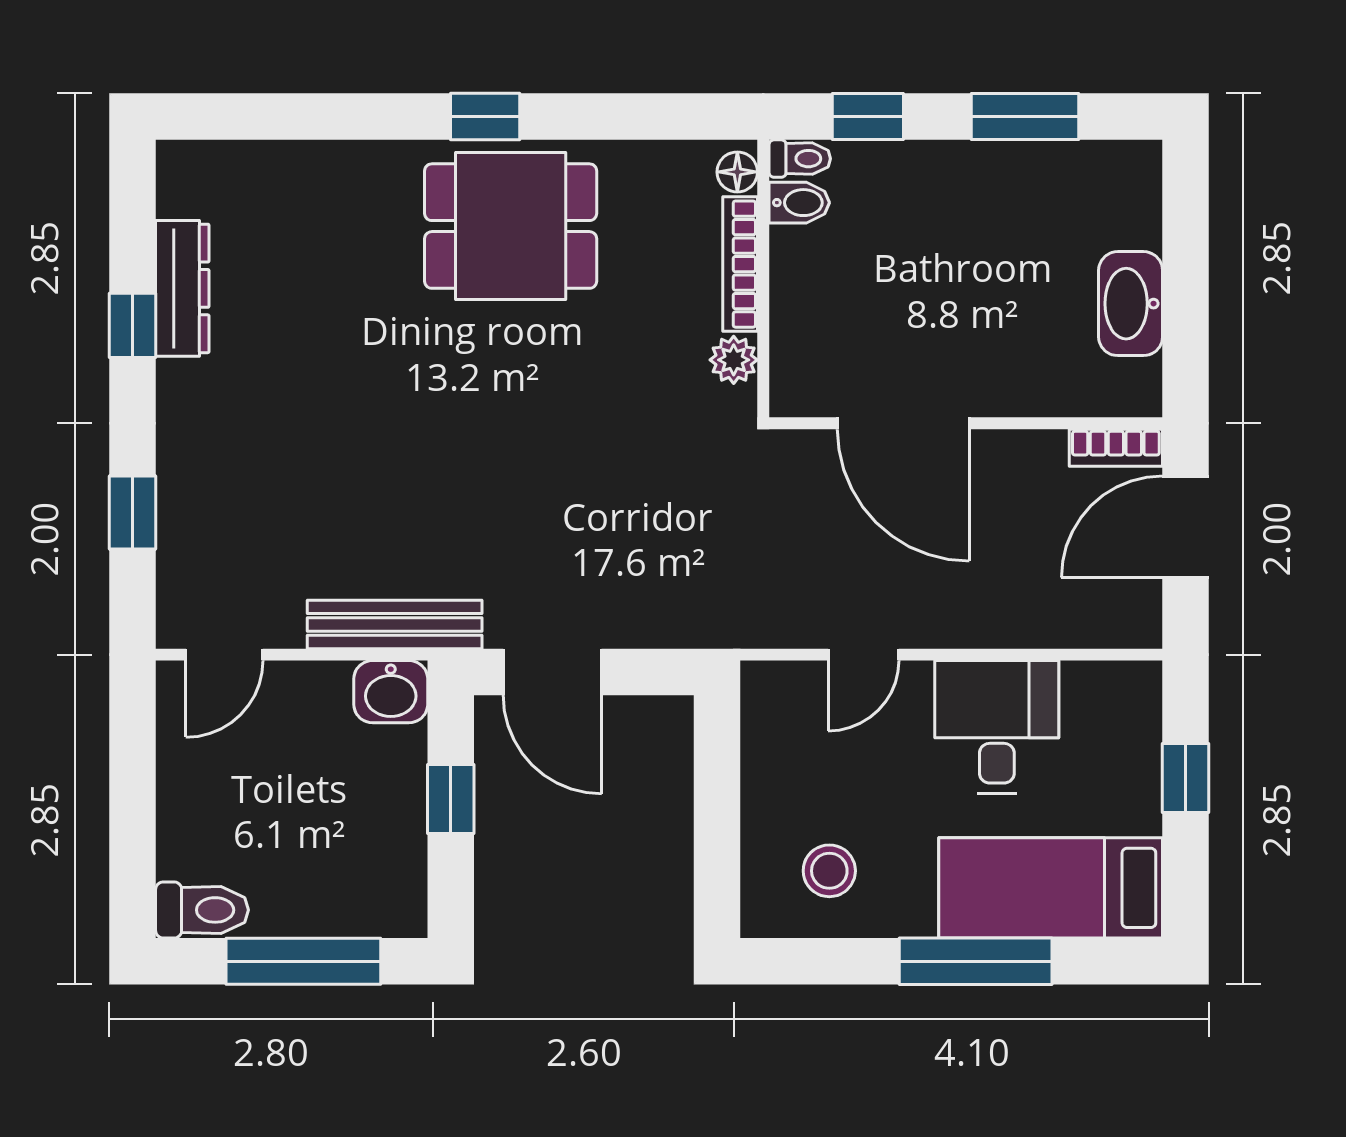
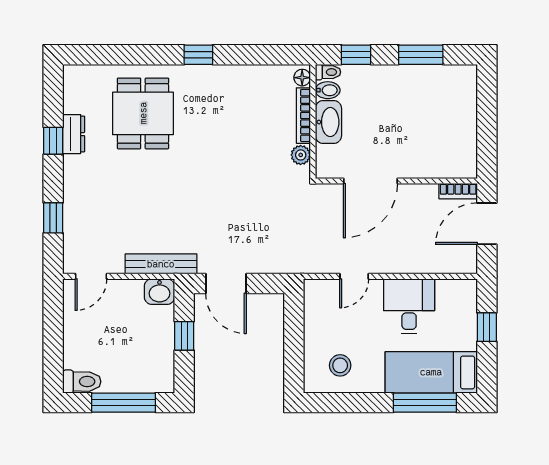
dining table: (511, 226) -> (143, 113), moved, turned 90
dresser: (182, 288) -> (74, 134), width x0.70
washbasin: (1131, 304) -> (328, 122), moved, turned 180
door: (903, 423) -> (370, 181), hinge flipped
window: (976, 961) -> (425, 403), moved

